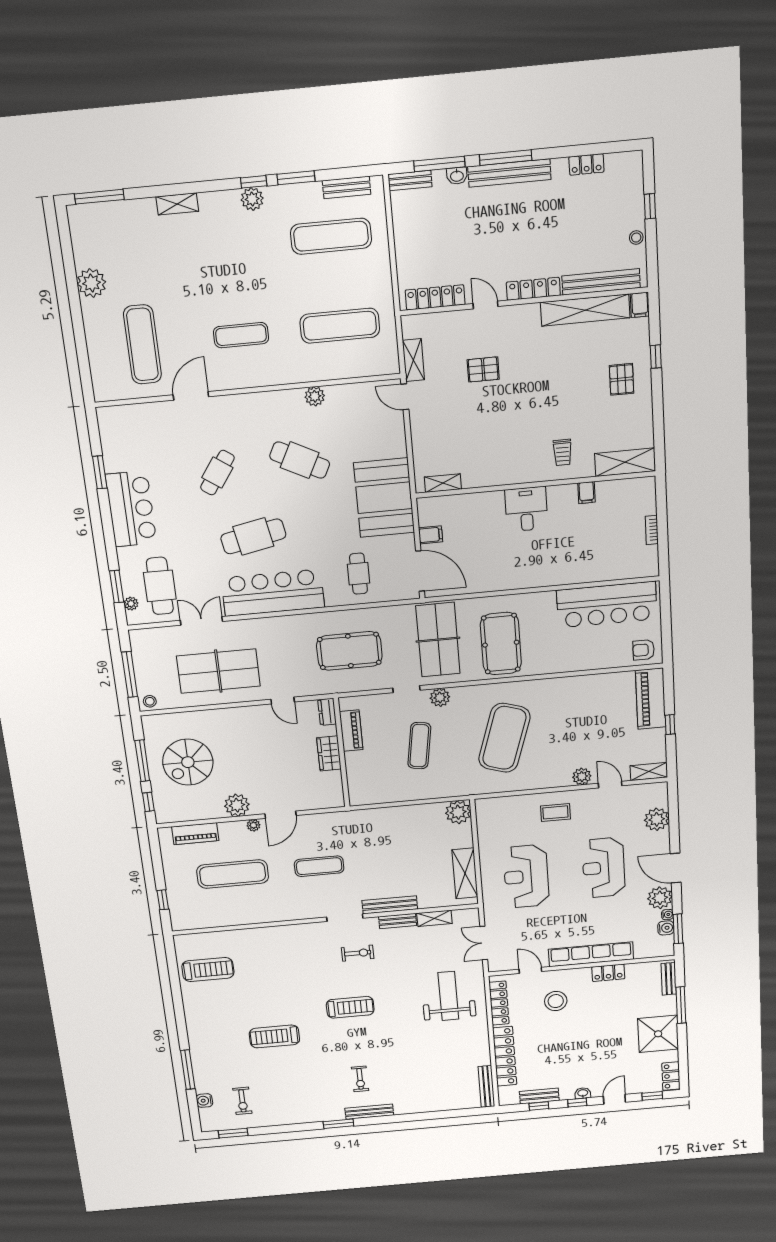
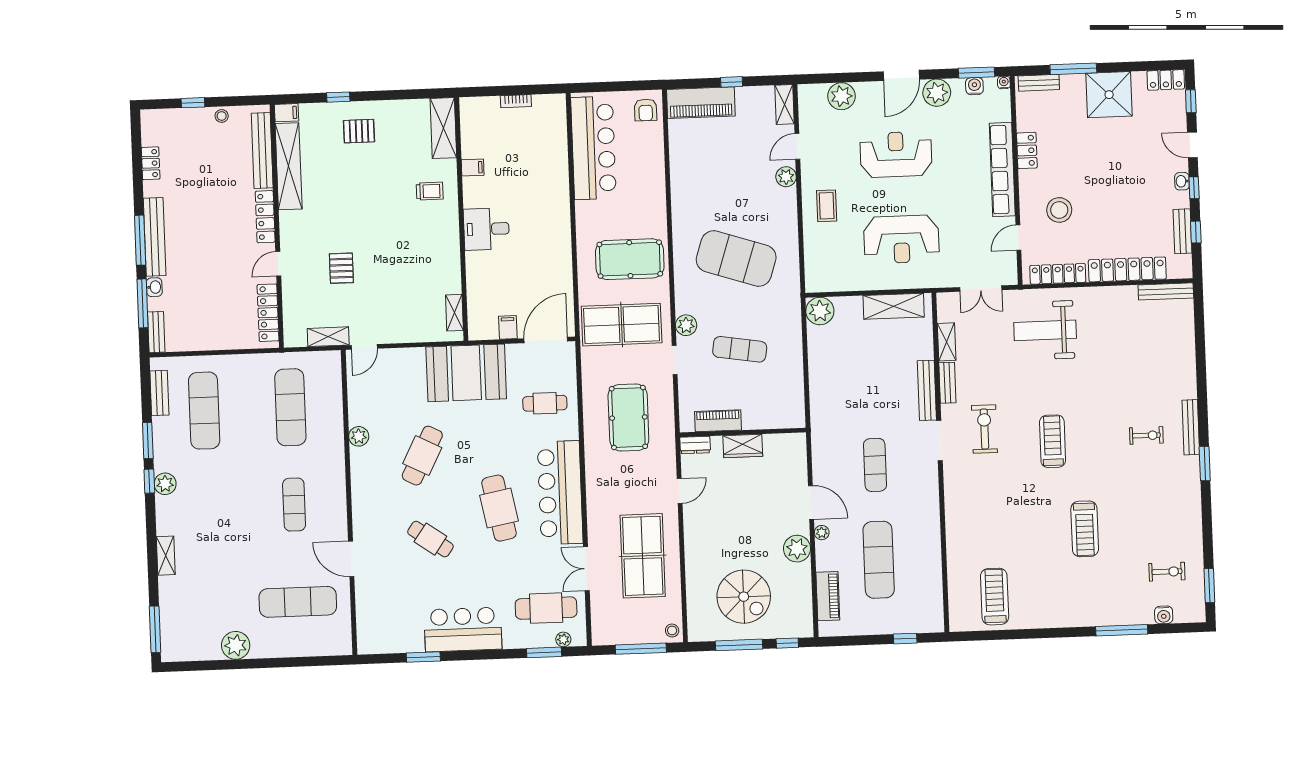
reception desk: (604, 868) -> (896, 154), turned 180
water cooler: (667, 915) -> (1004, 83), moved
exercise bike: (358, 953) -> (984, 429), width x1.38, depth x1.39

